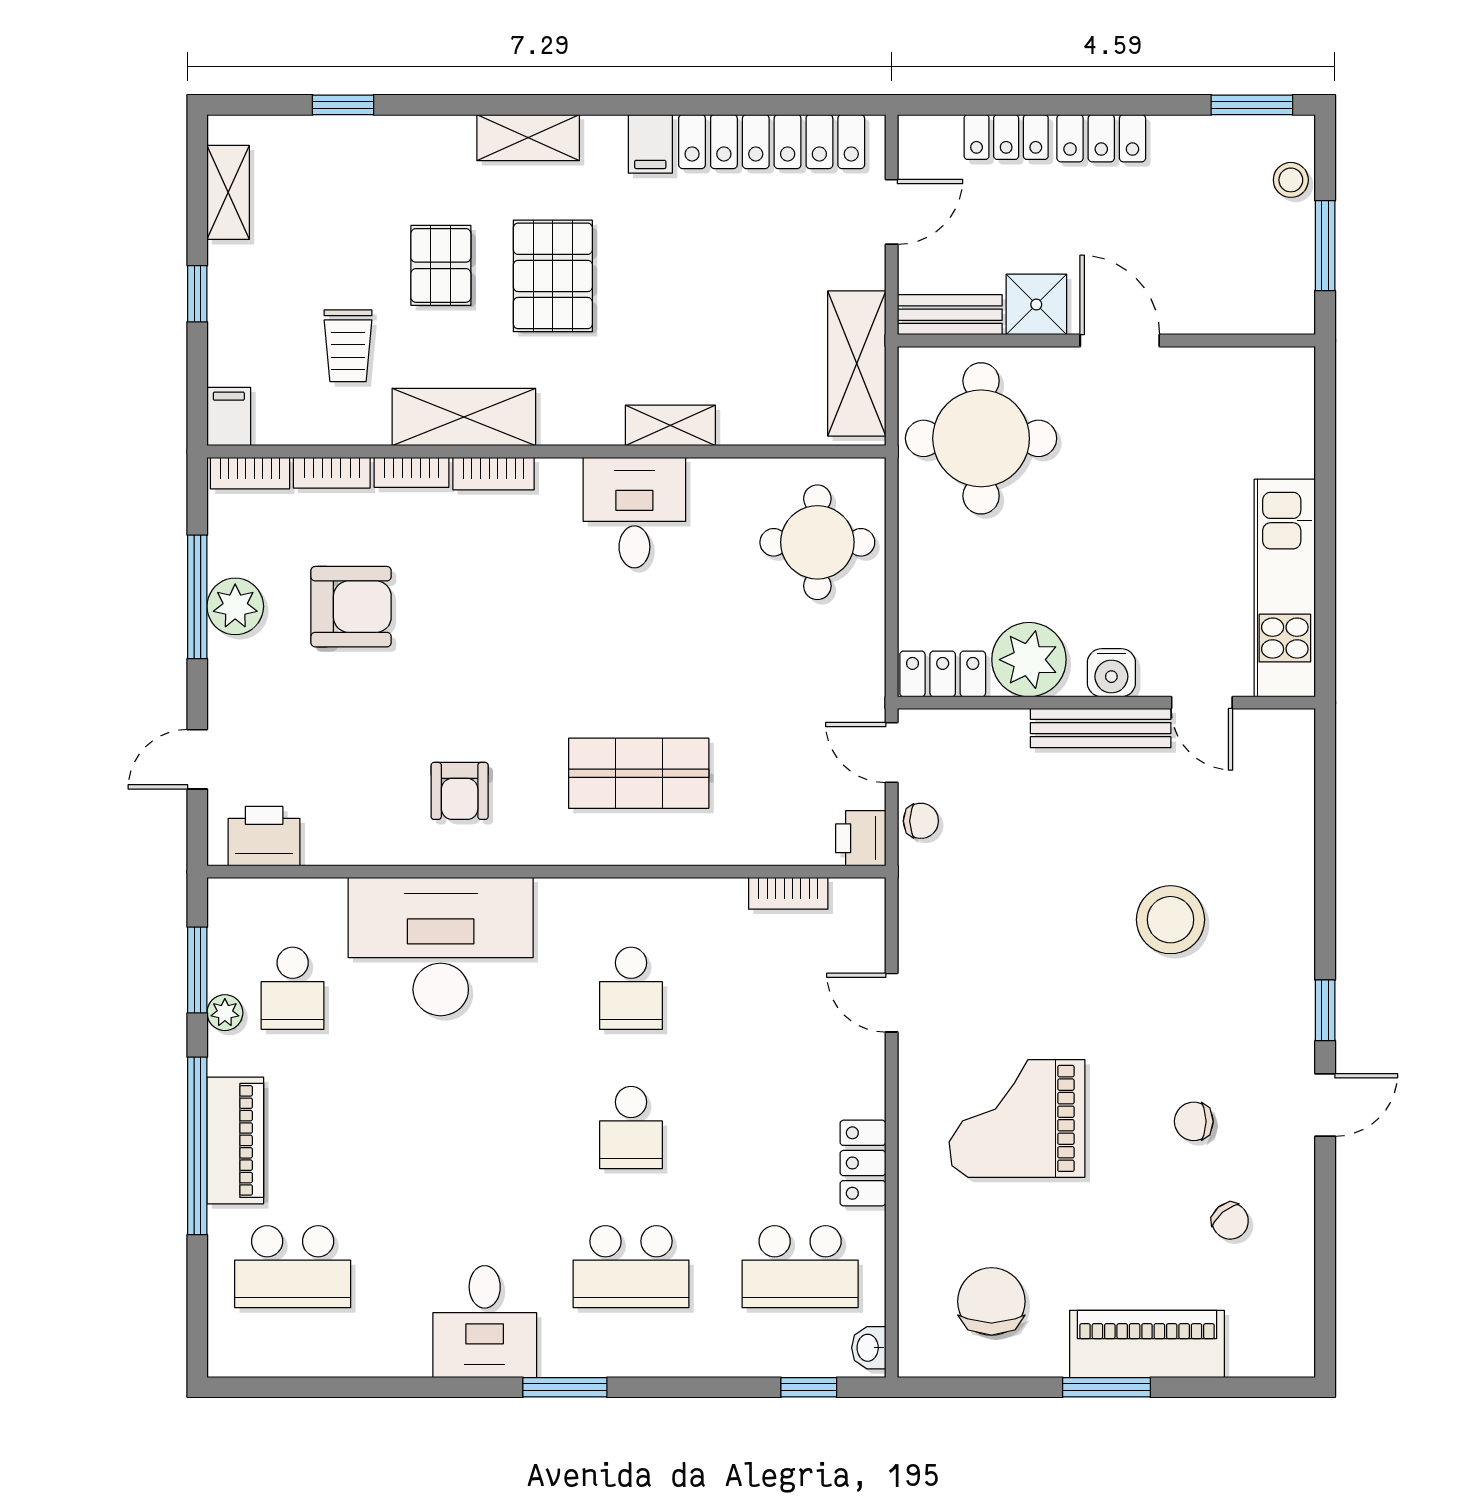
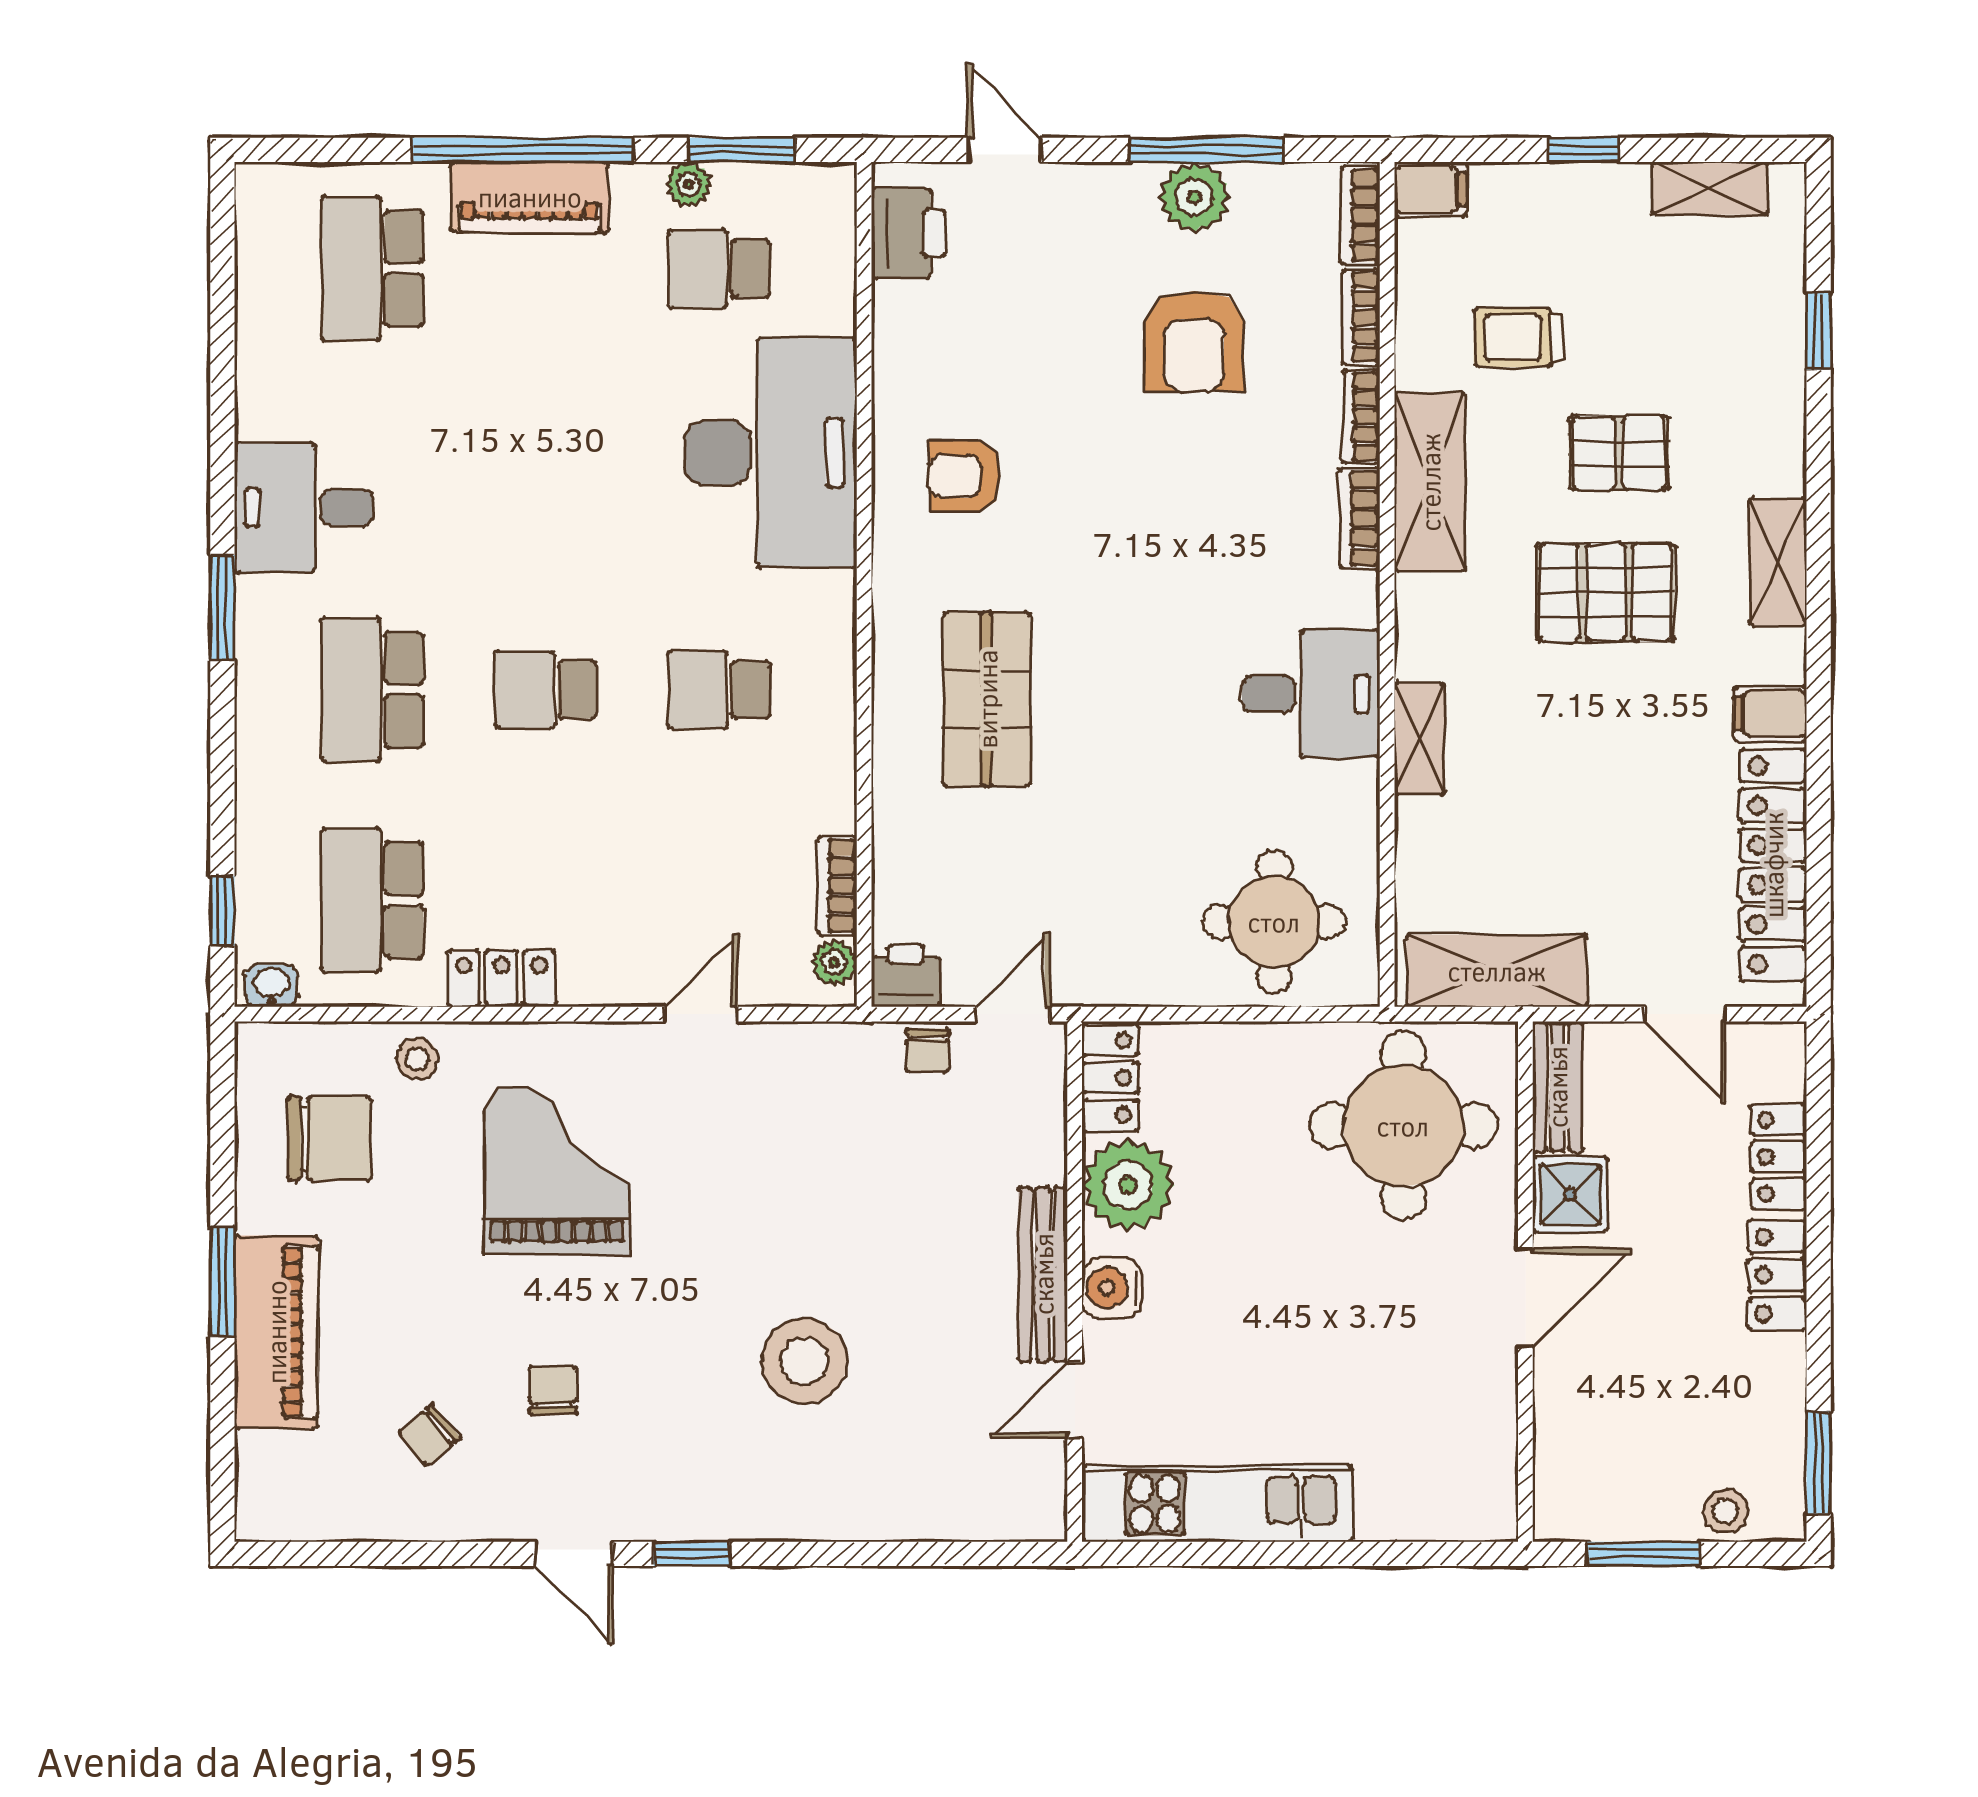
plant: (850, 896) -> (834, 963), added
stool: (927, 1231) -> (417, 1059), added

